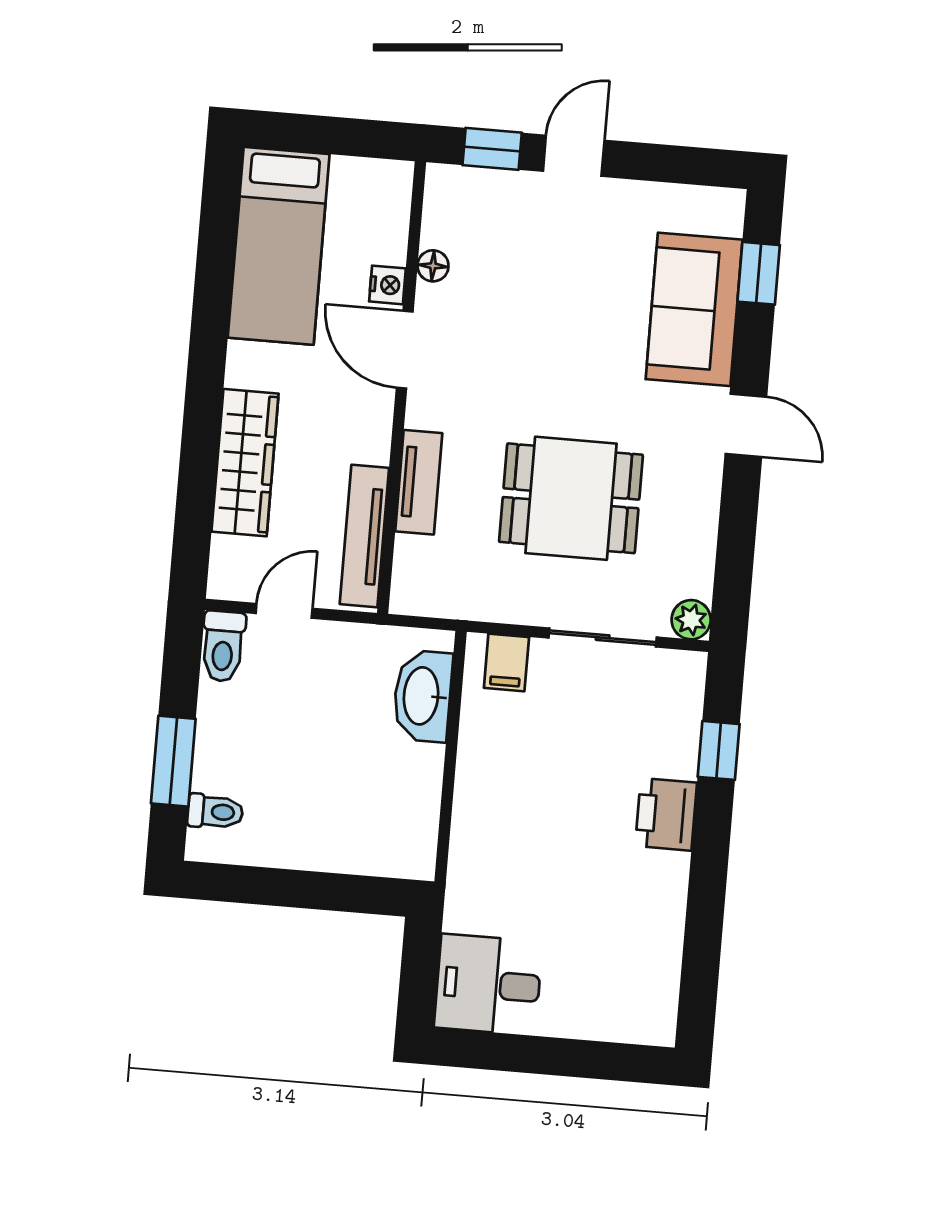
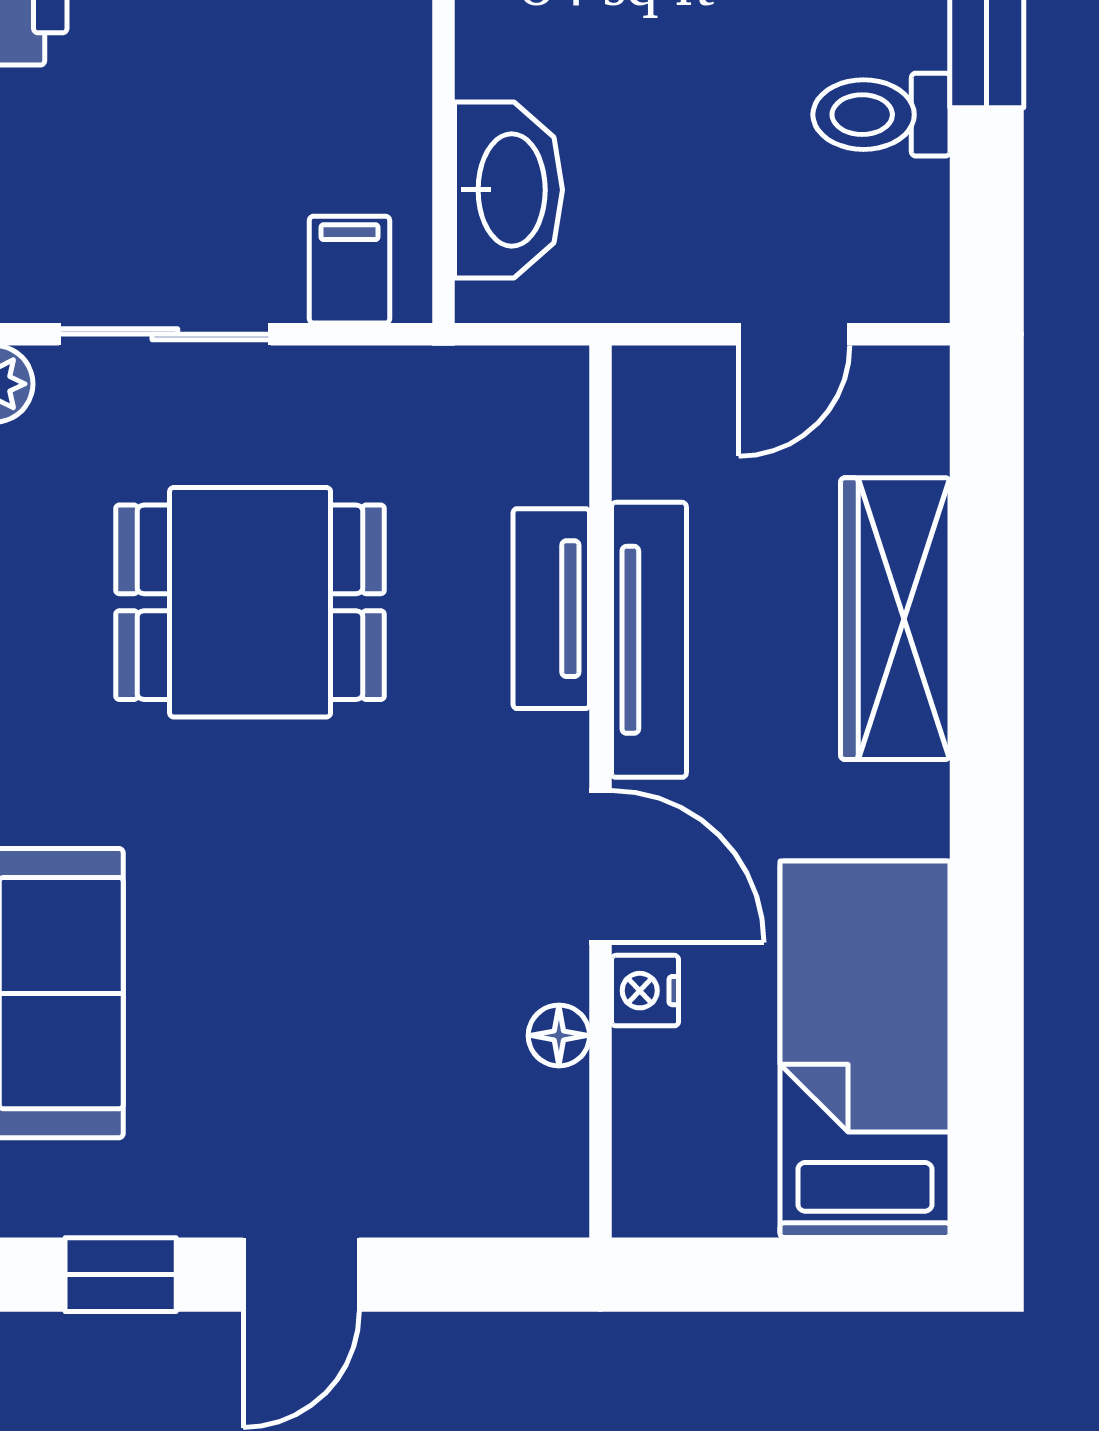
window: (492, 149) -> (121, 1275), moved
tv unit: (364, 536) -> (649, 640), moved
toilet: (223, 646) -> (881, 115), moved, turned -90

